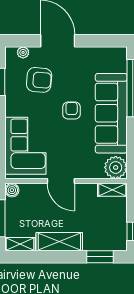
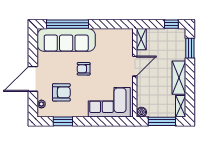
armchair: (39, 80) -> (61, 92), turned 85
sofa: (111, 113) -> (66, 40), moved
plant: (116, 167) -> (125, 37), removed
door: (61, 181) -> (135, 66), moved

